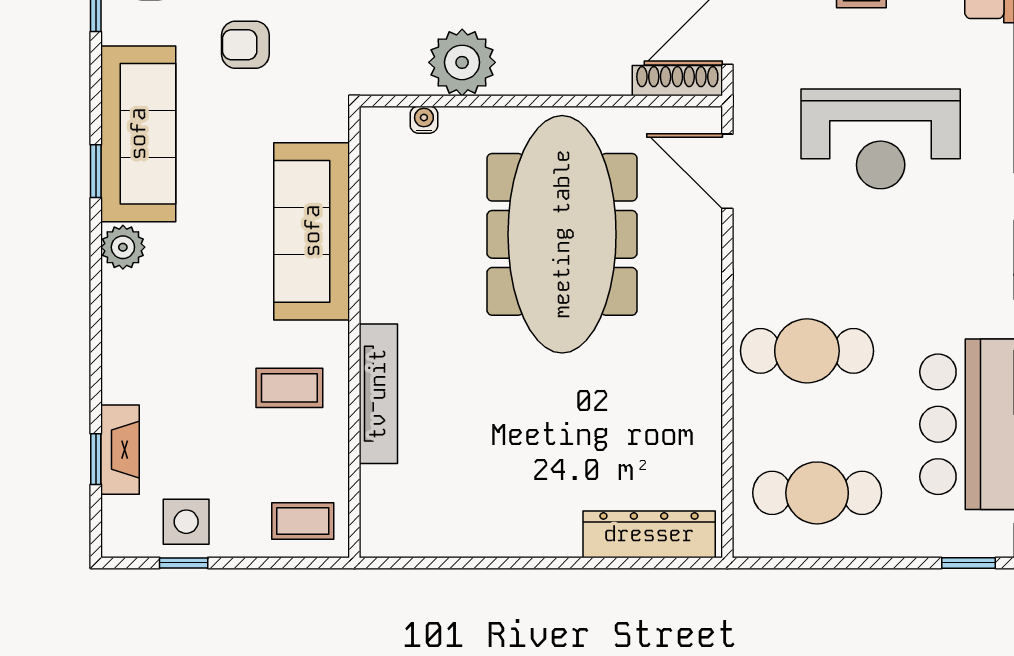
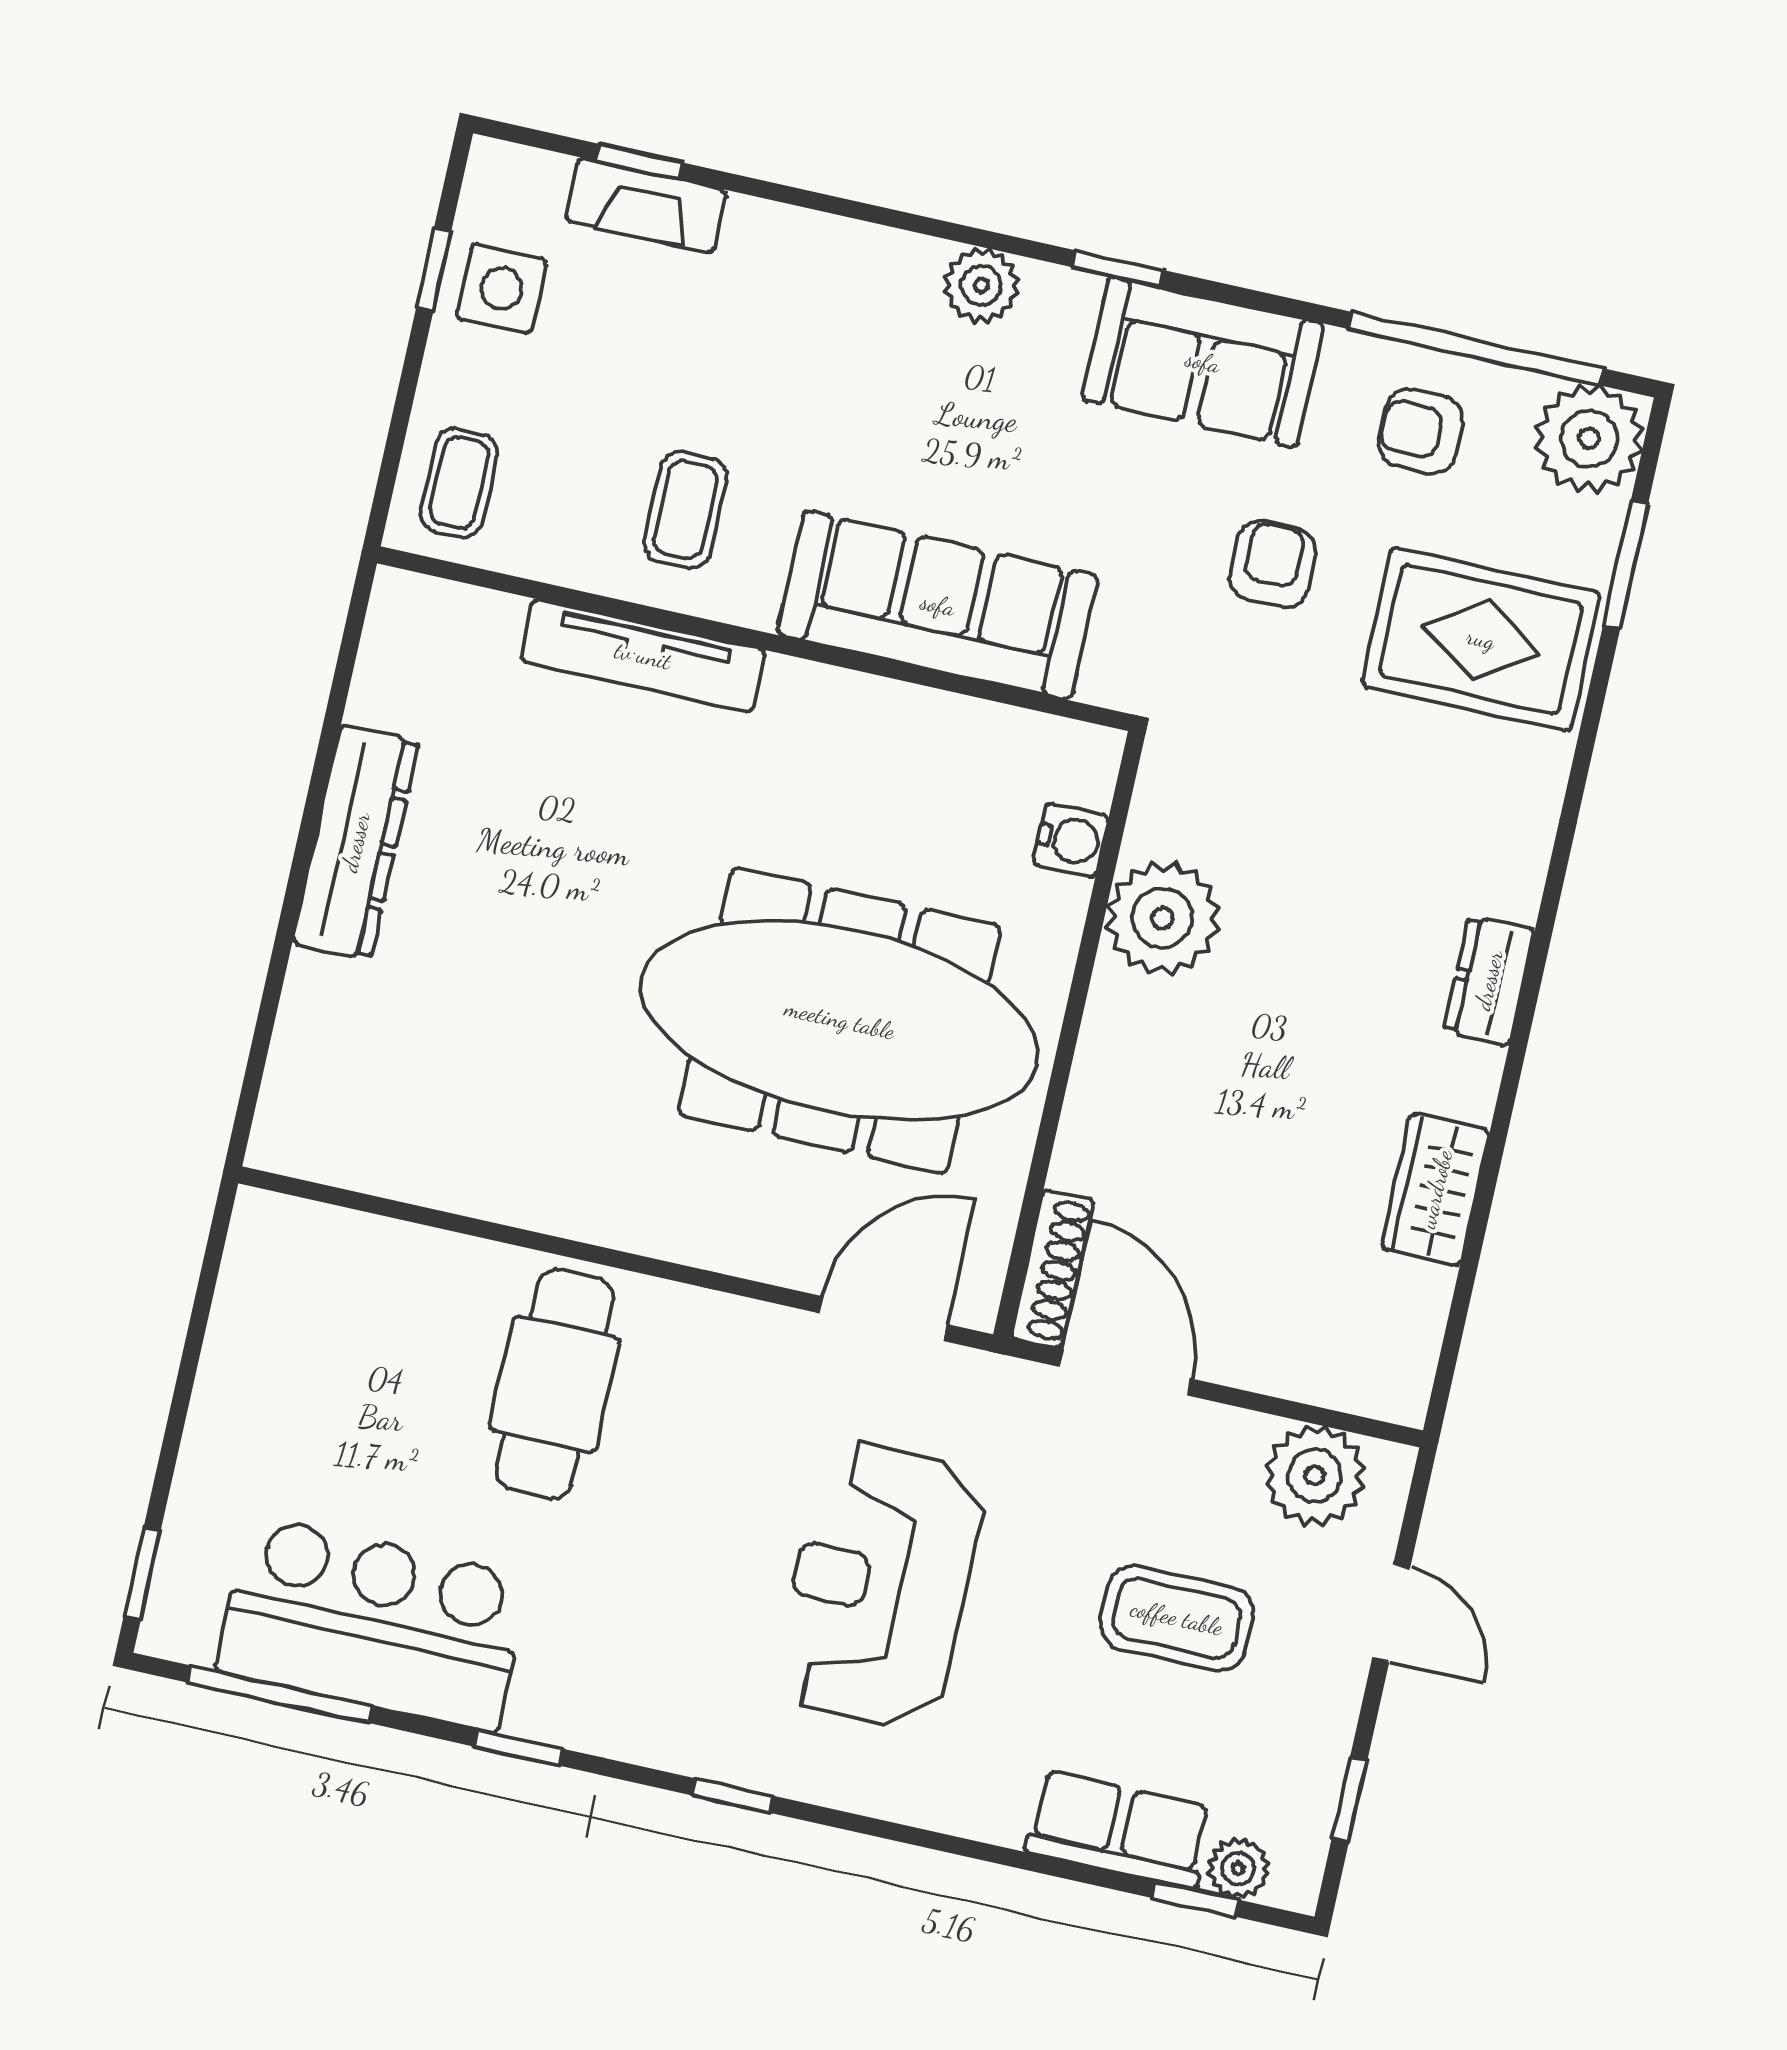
water cooler: (424, 120) -> (1071, 840), width x1.38, depth x1.38
sofa: (138, 134) -> (1203, 362), width x0.73
cafe table: (817, 493) -> (315, 1348), removed
dresser: (649, 534) -> (356, 842), moved

